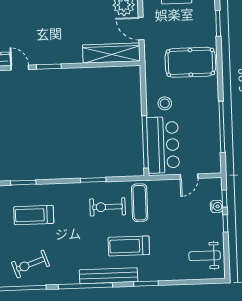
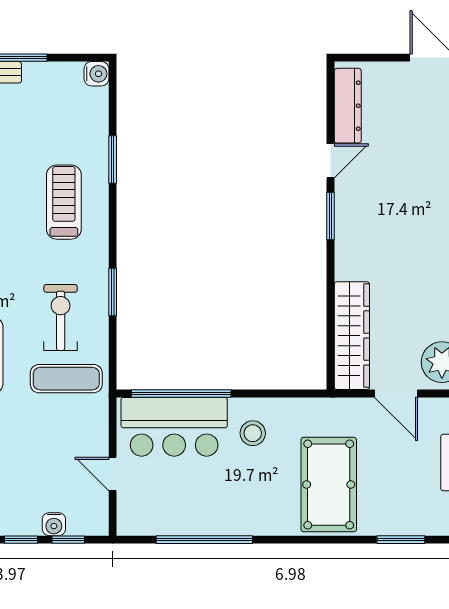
door: (141, 29) -> (396, 393), swing flipped
treadmill: (34, 215) -> (64, 202), moved

